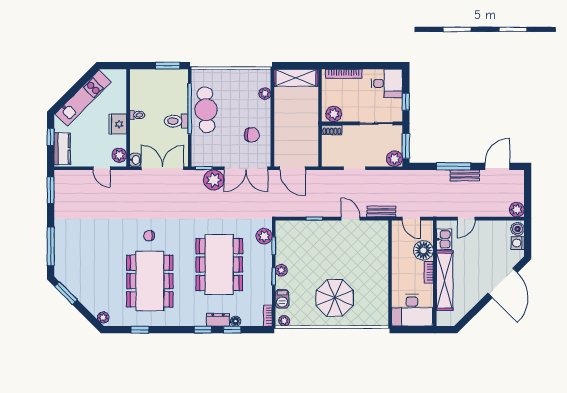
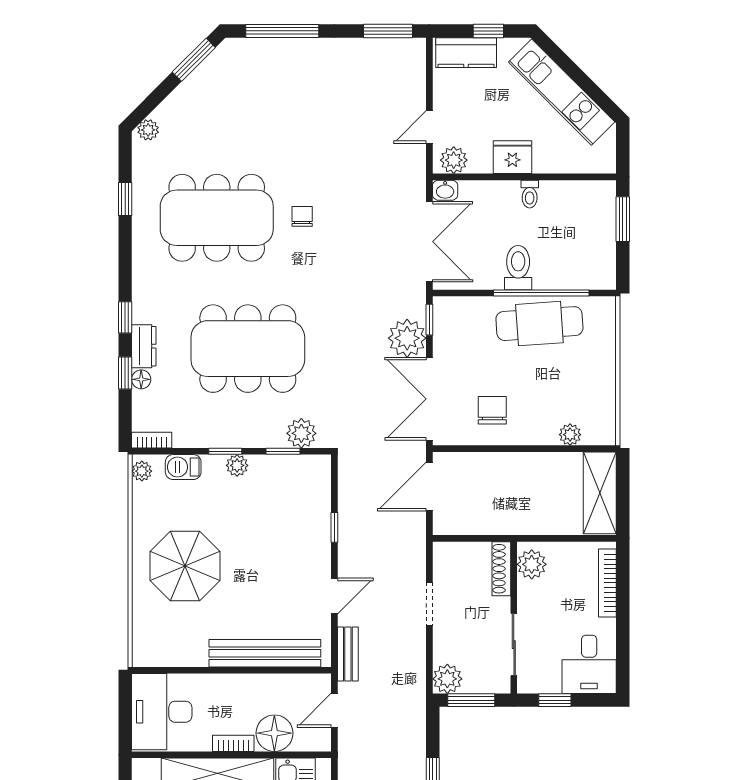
window: (168, 66) -> (623, 219), moved
shoe rack: (332, 130) -> (501, 569), width x1.43
chair: (252, 135) -> (492, 410), turned 180
bench: (381, 256) -> (265, 653), added

